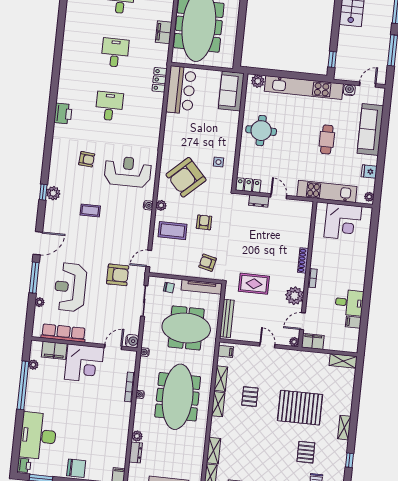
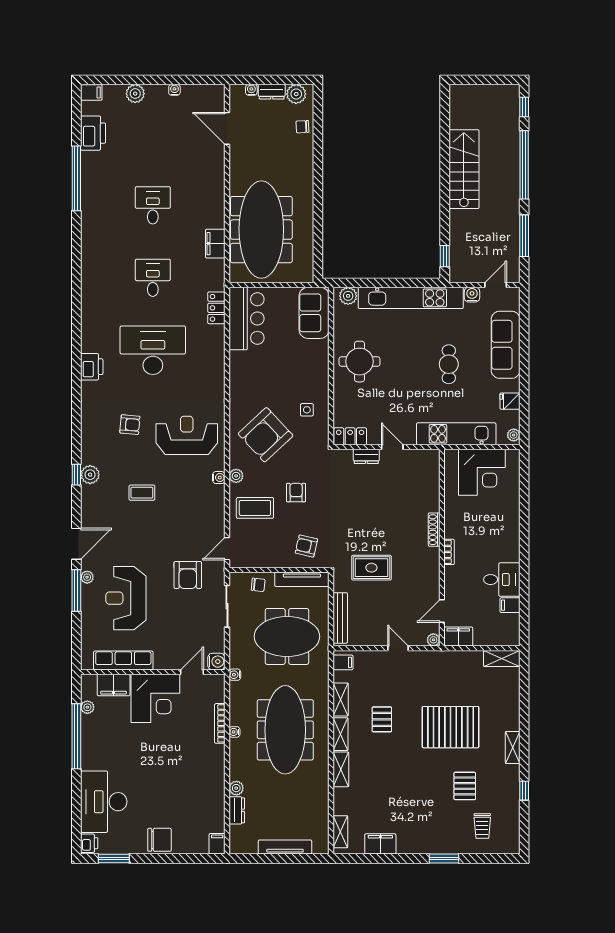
desk: (109, 106) -> (153, 350), width x1.87, depth x1.30
armchair: (118, 275) -> (188, 575), turned 90
plant: (295, 296) -> (428, 578), removed
plant: (40, 302) -> (87, 577), moved
shelving: (214, 451) -> (341, 769), moved

